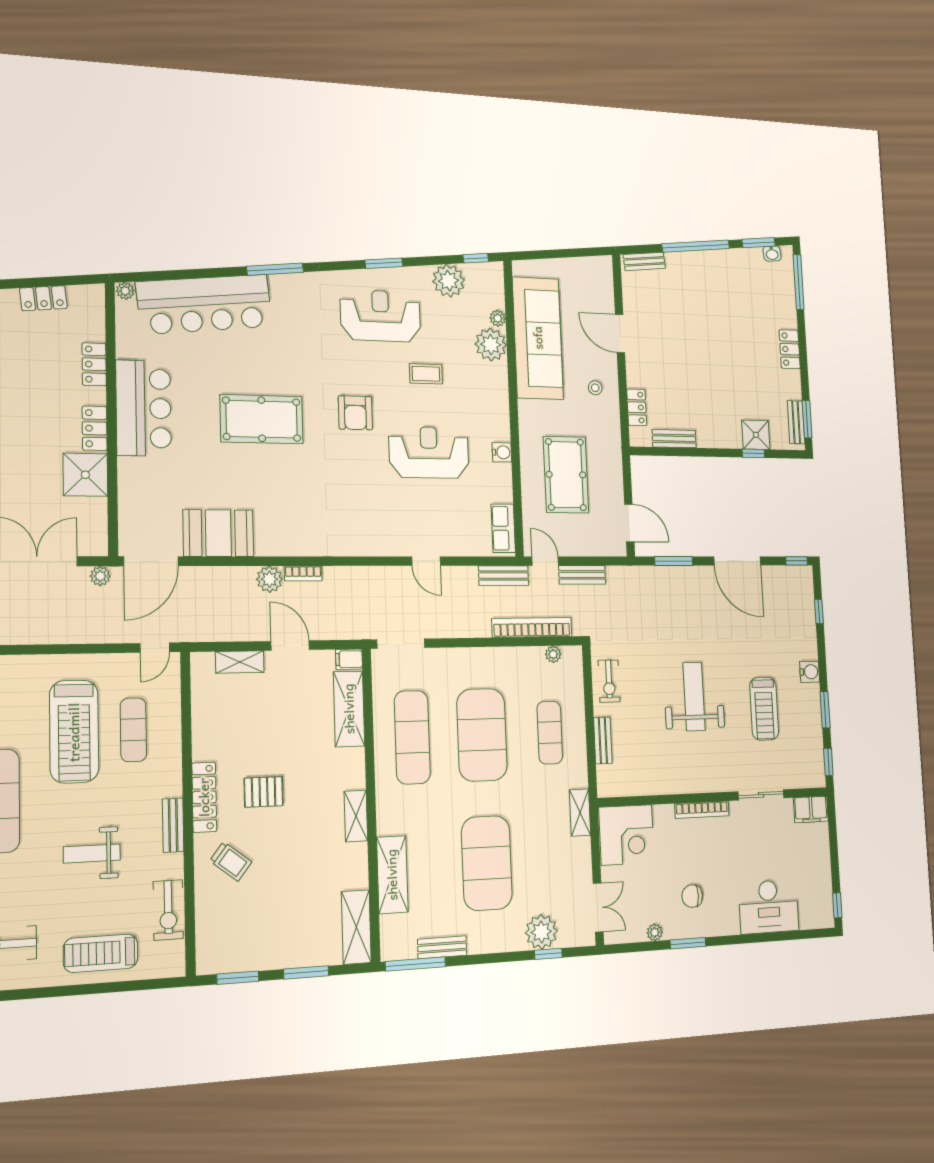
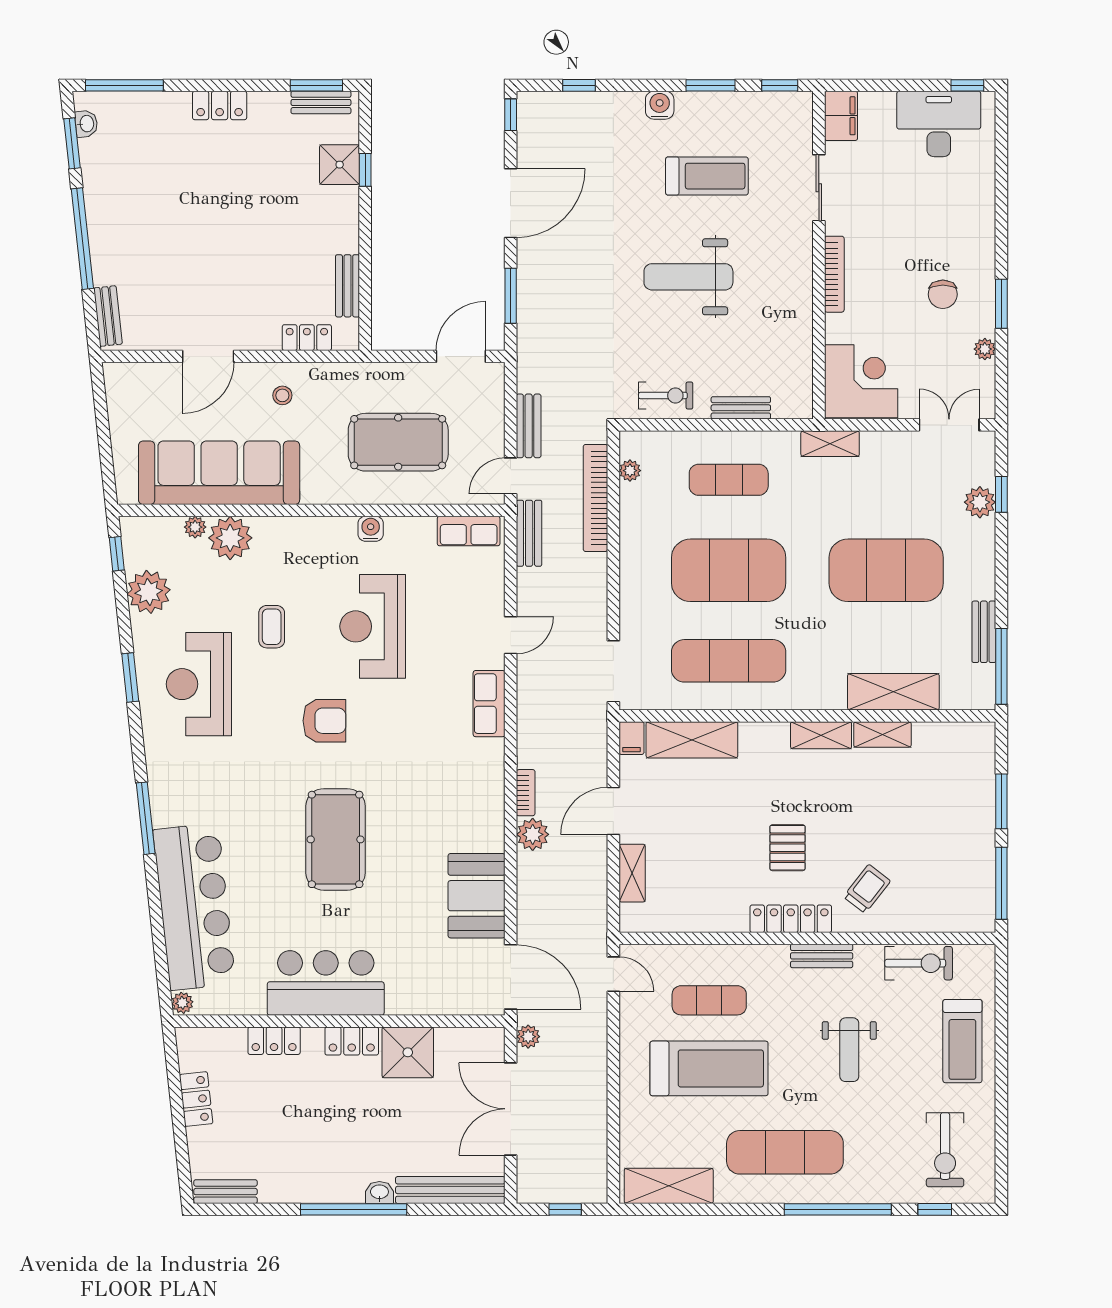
row of seats: (373, 544) -> (489, 704), added
desk: (769, 907) -> (939, 124), moved, turned -90
shelving: (356, 927) -> (882, 734), moved, width x0.67, depth x0.75
plant: (541, 932) -> (980, 502), width x0.73, depth x0.73
window: (238, 978) -> (1001, 883), width x1.44

